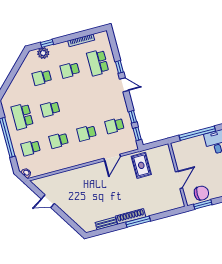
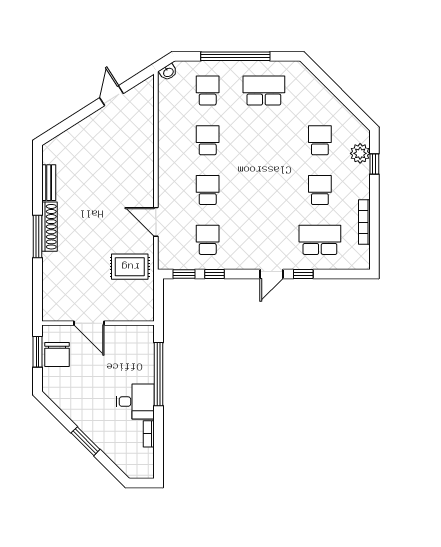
school desk: (50, 109) -> (264, 140), removed

